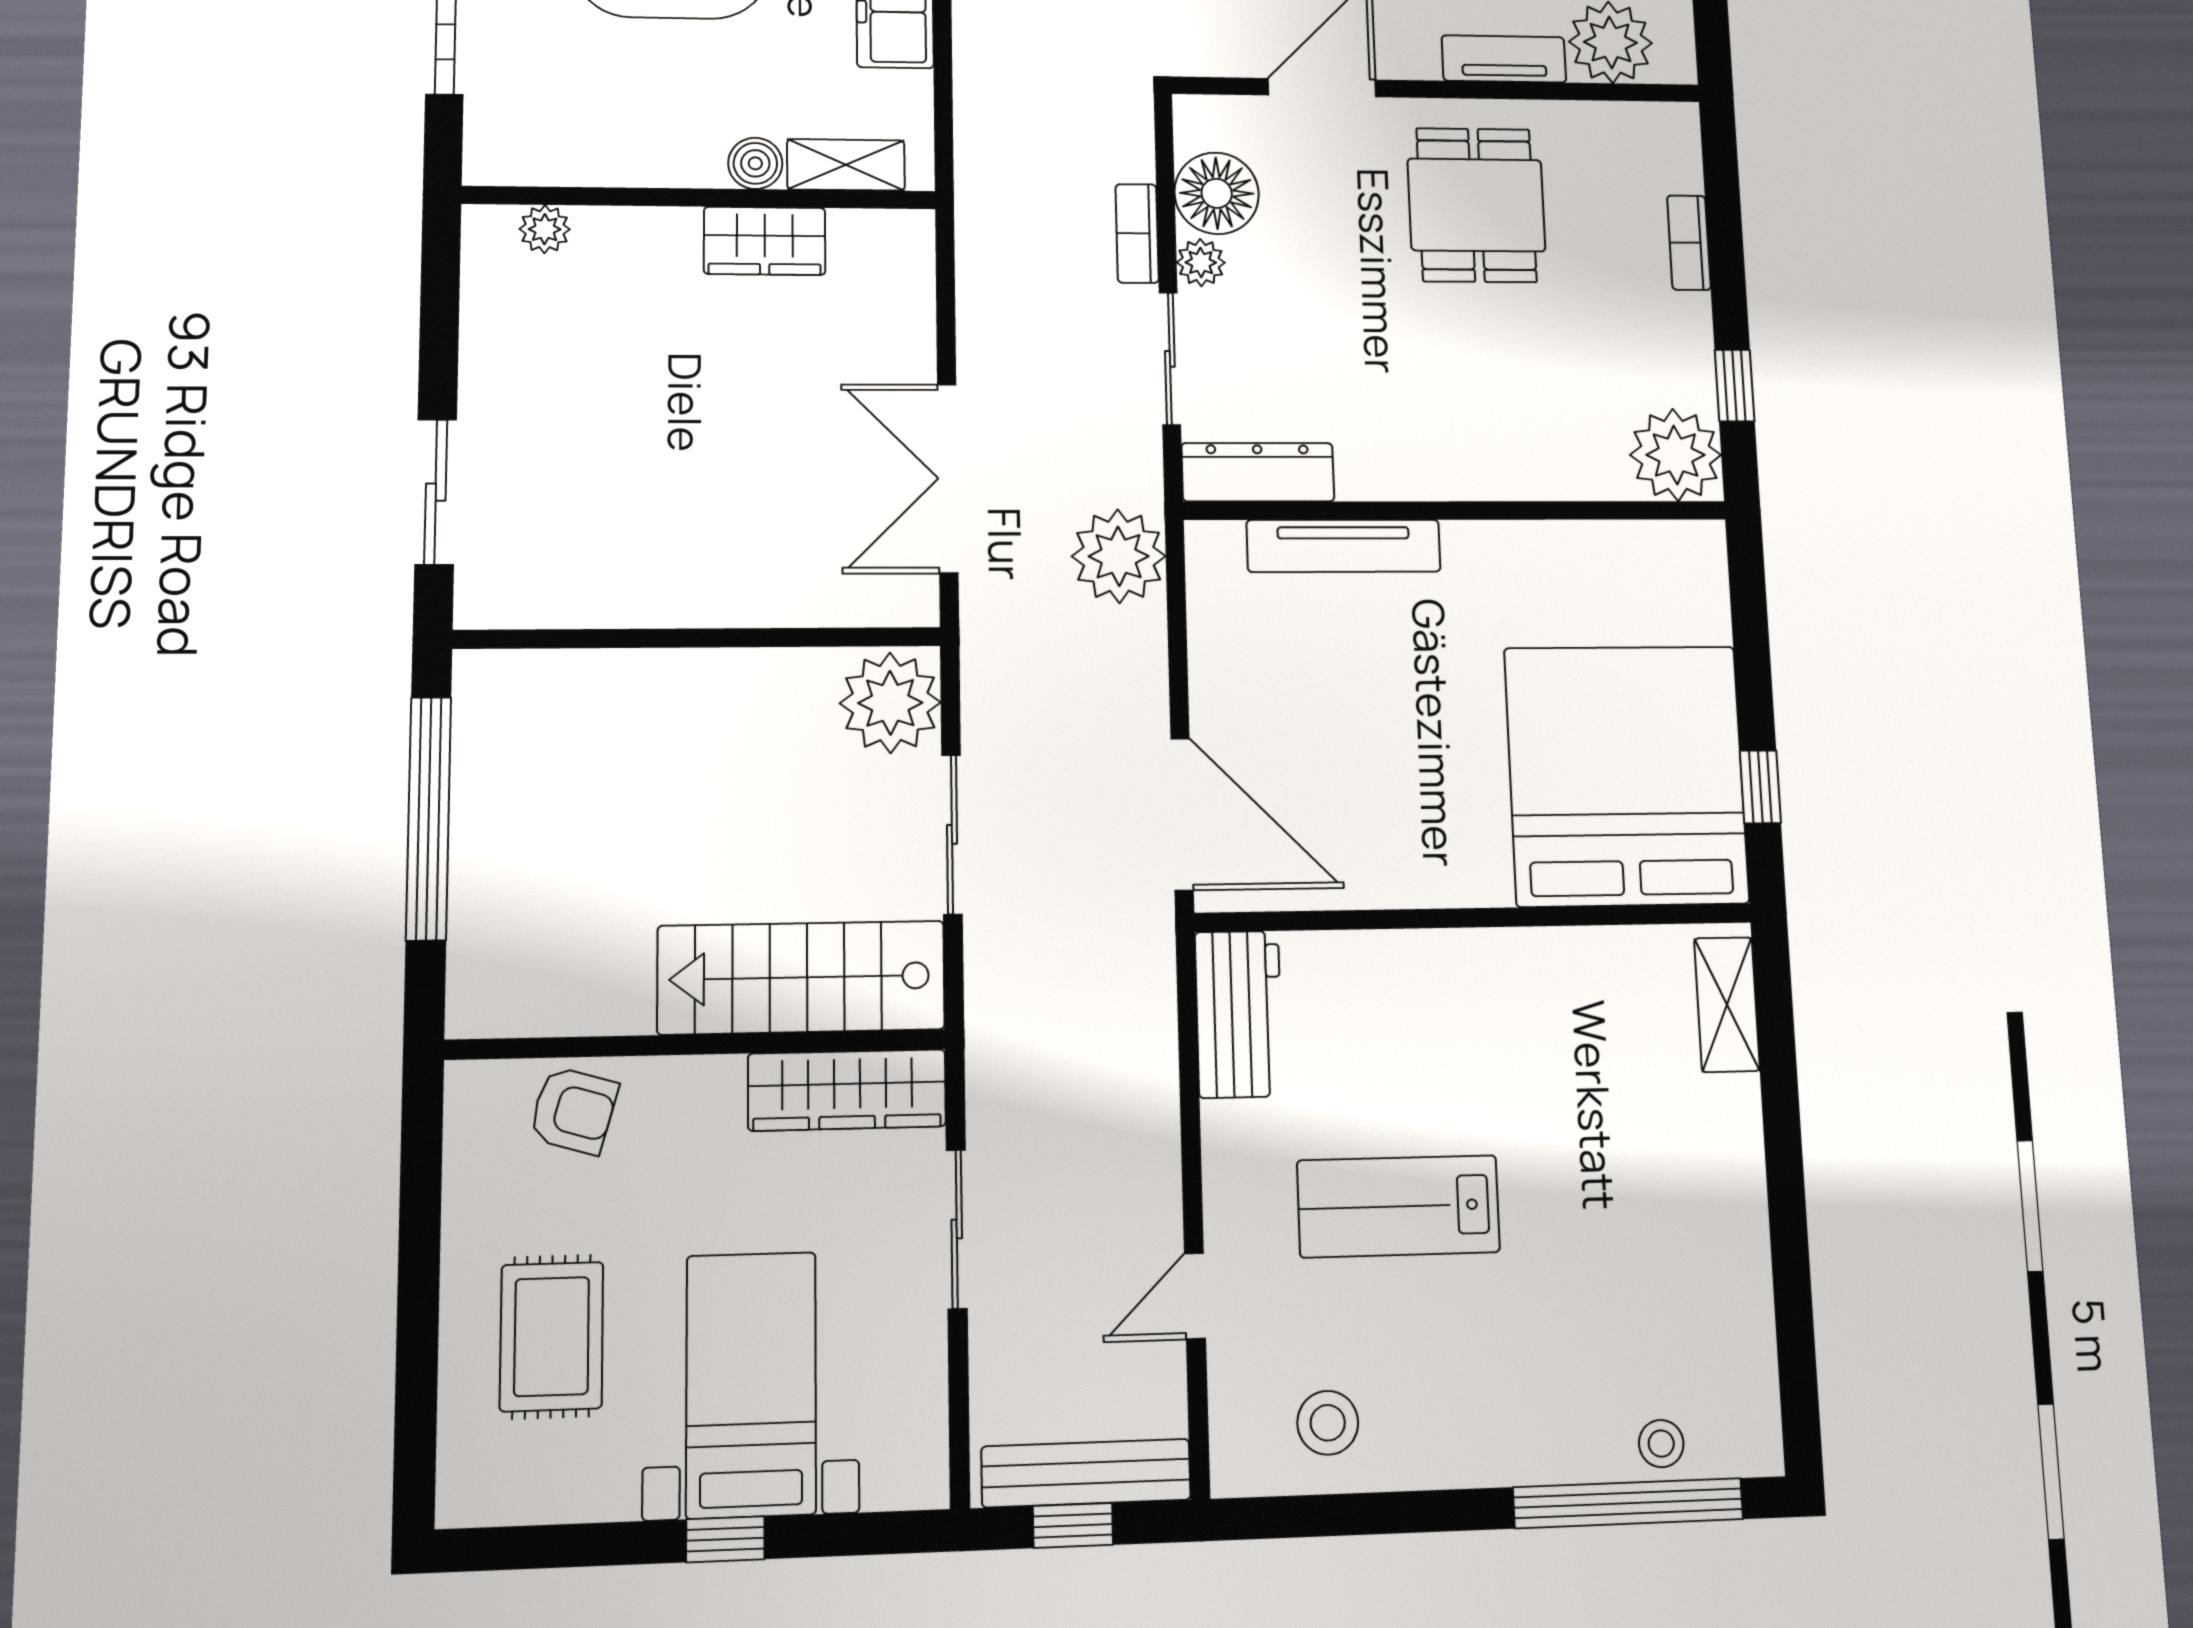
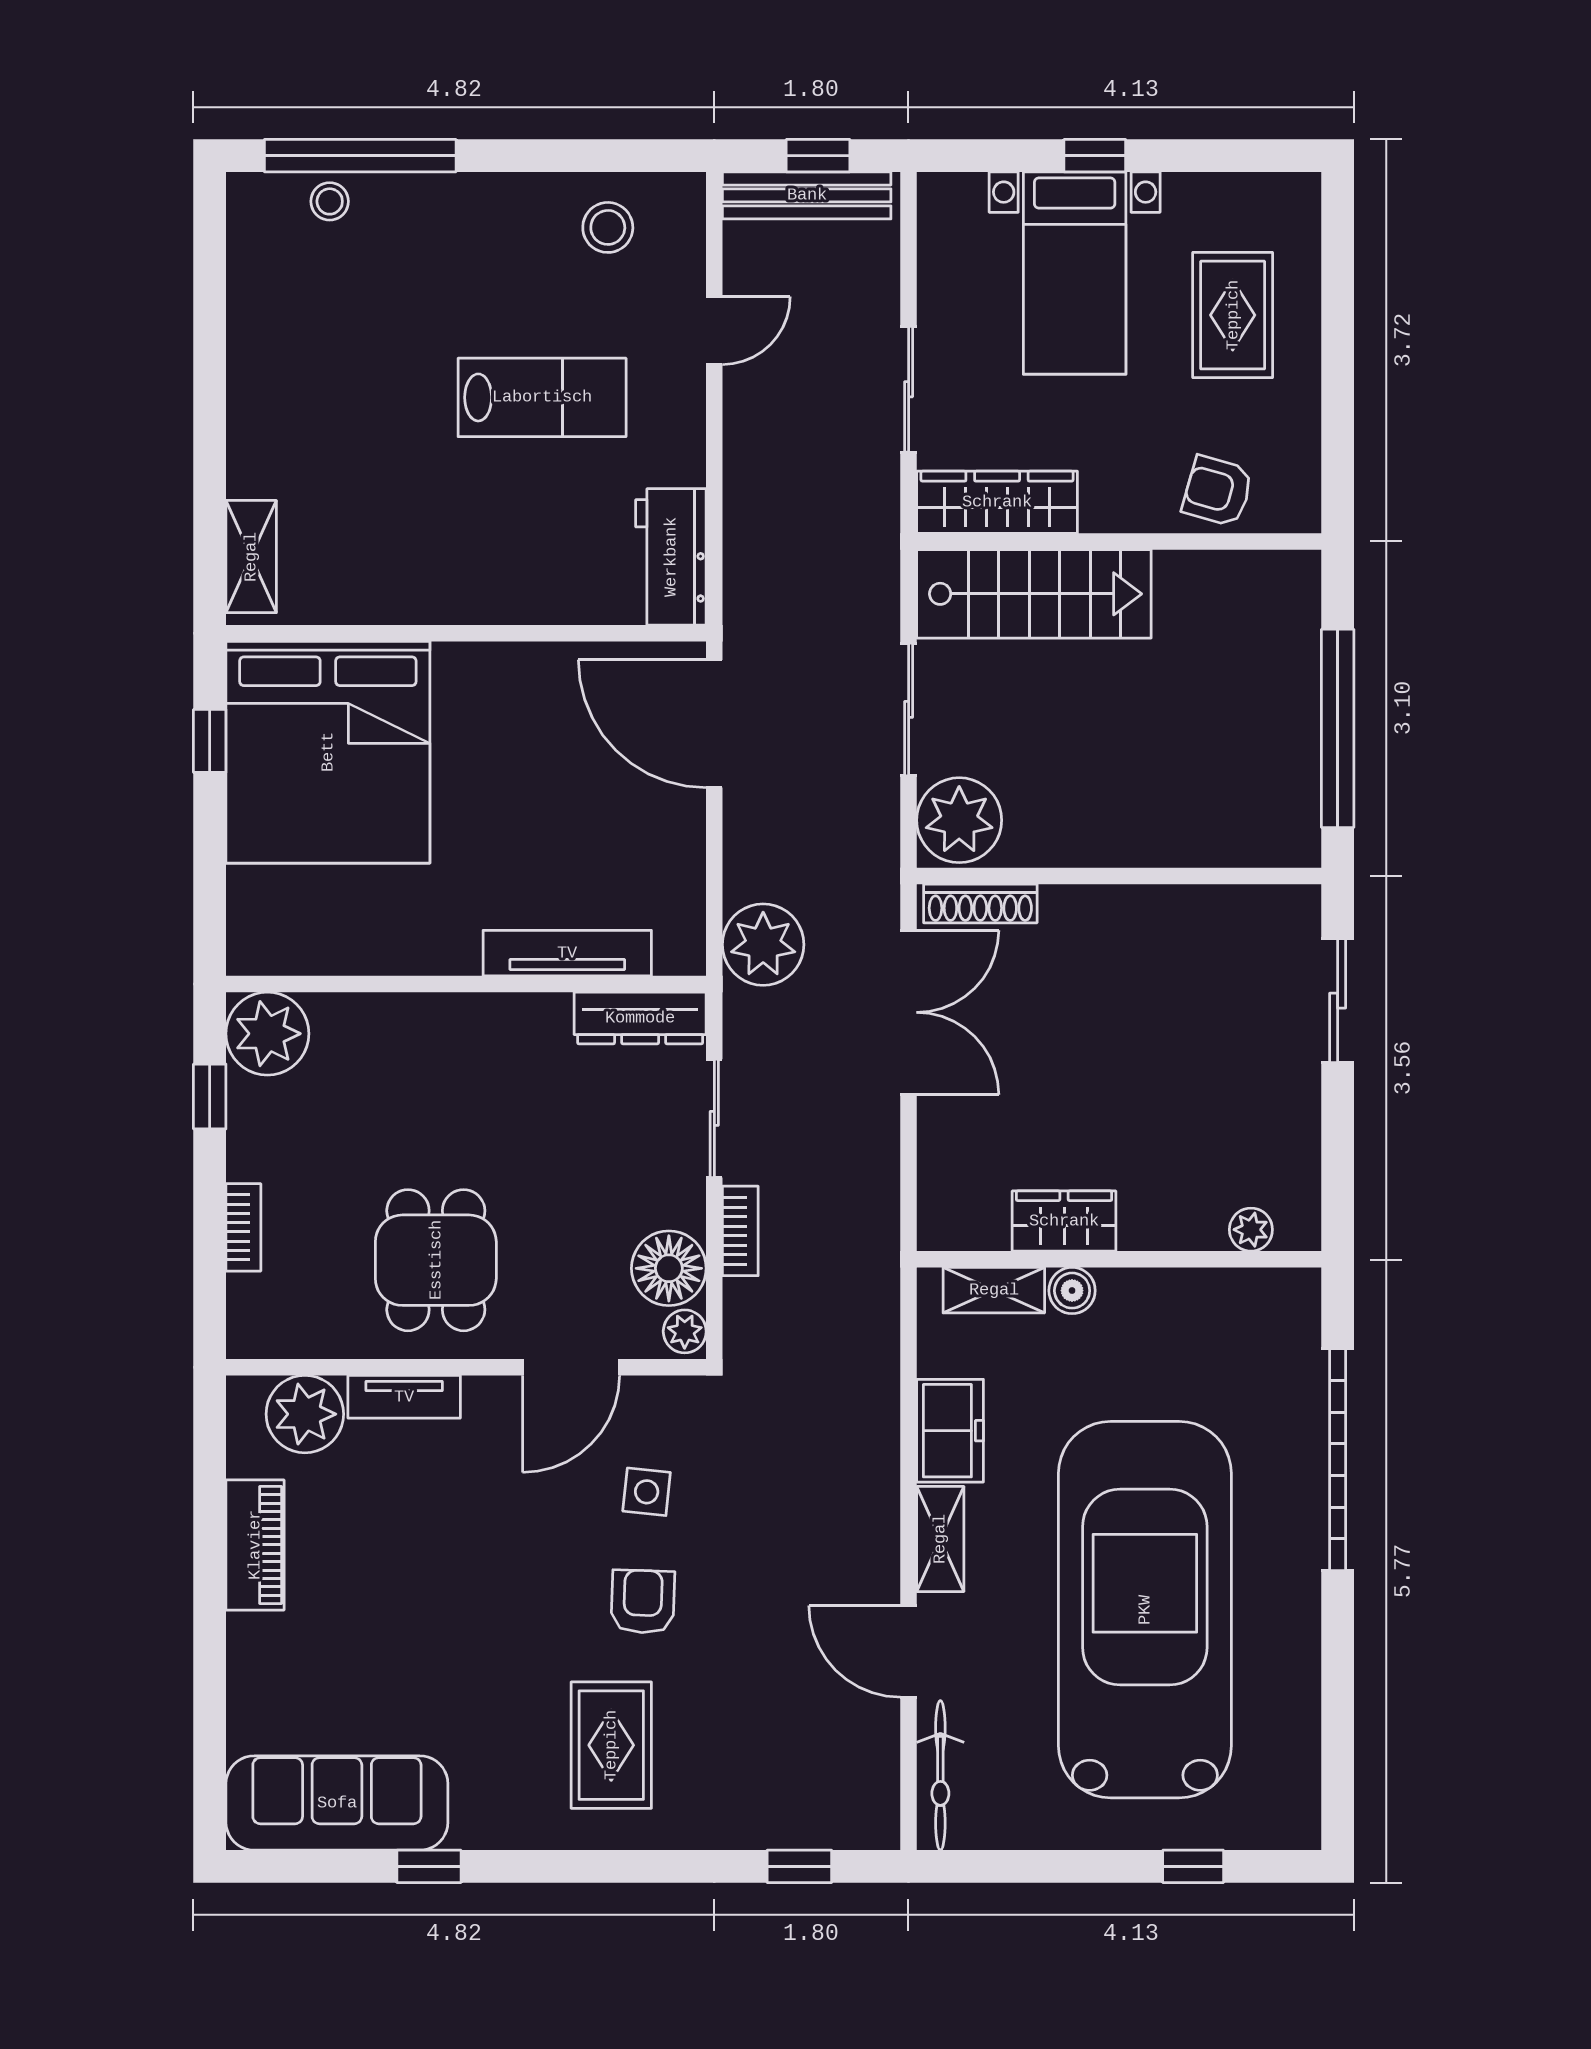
plant: (1201, 263) -> (685, 1331), moved
shoe rack: (864, 605) -> (980, 903), added

